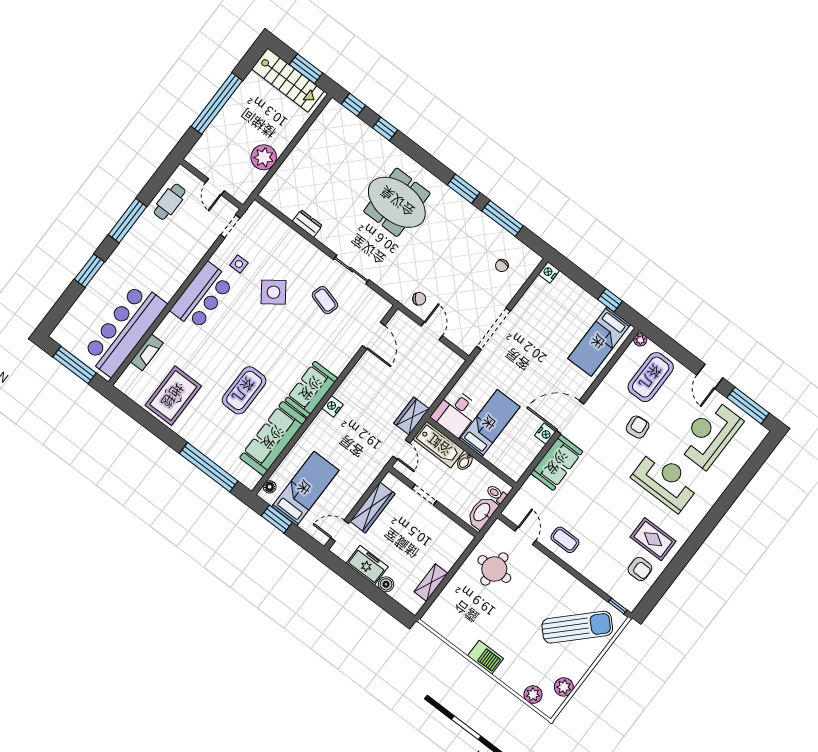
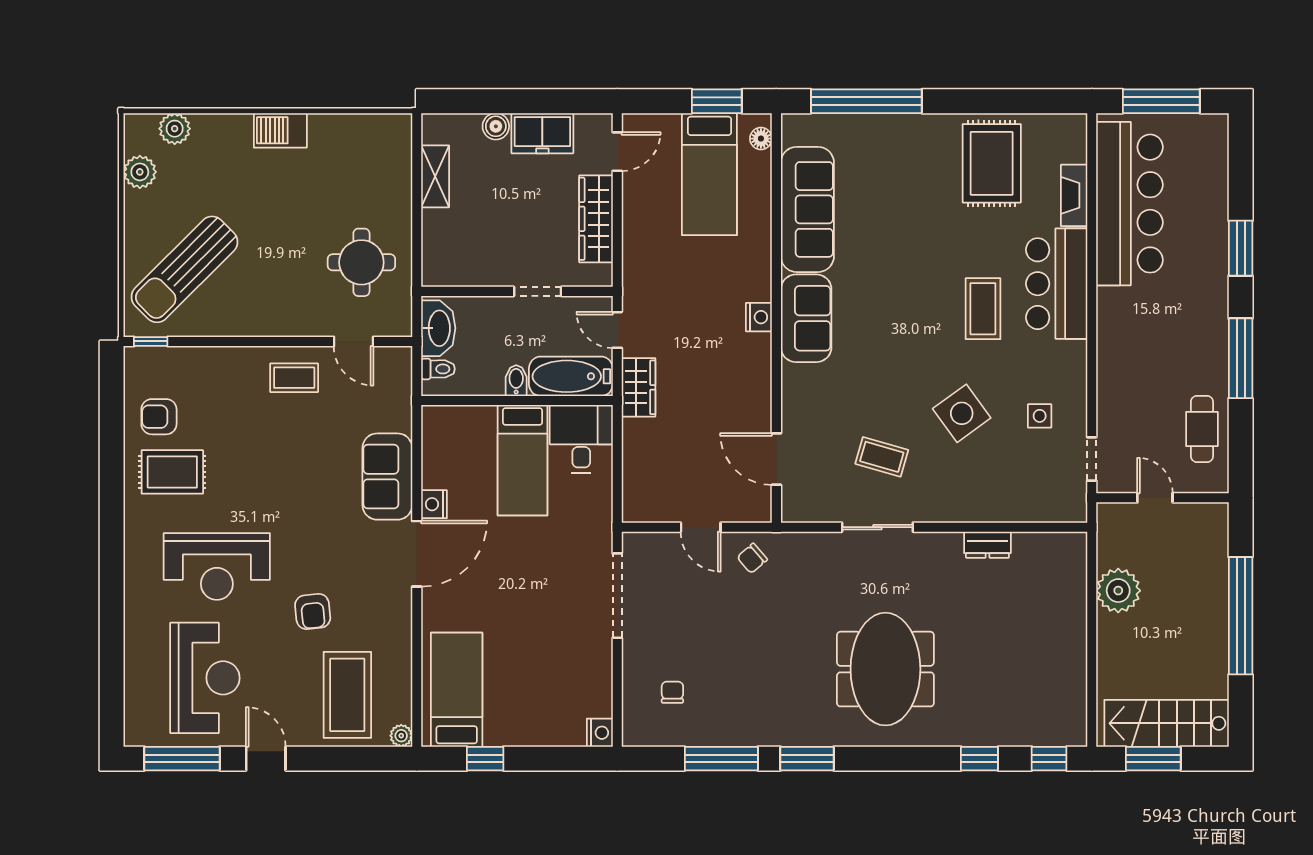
meeting table: (397, 202) -> (885, 669), turned 90
bar counter: (202, 296) -> (1057, 284), moved
coffee table: (244, 390) -> (983, 309), moved, width x0.73, depth x0.76

